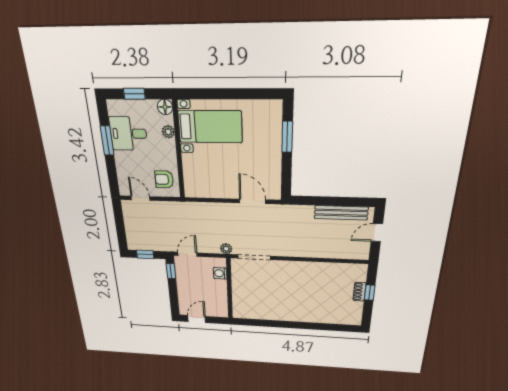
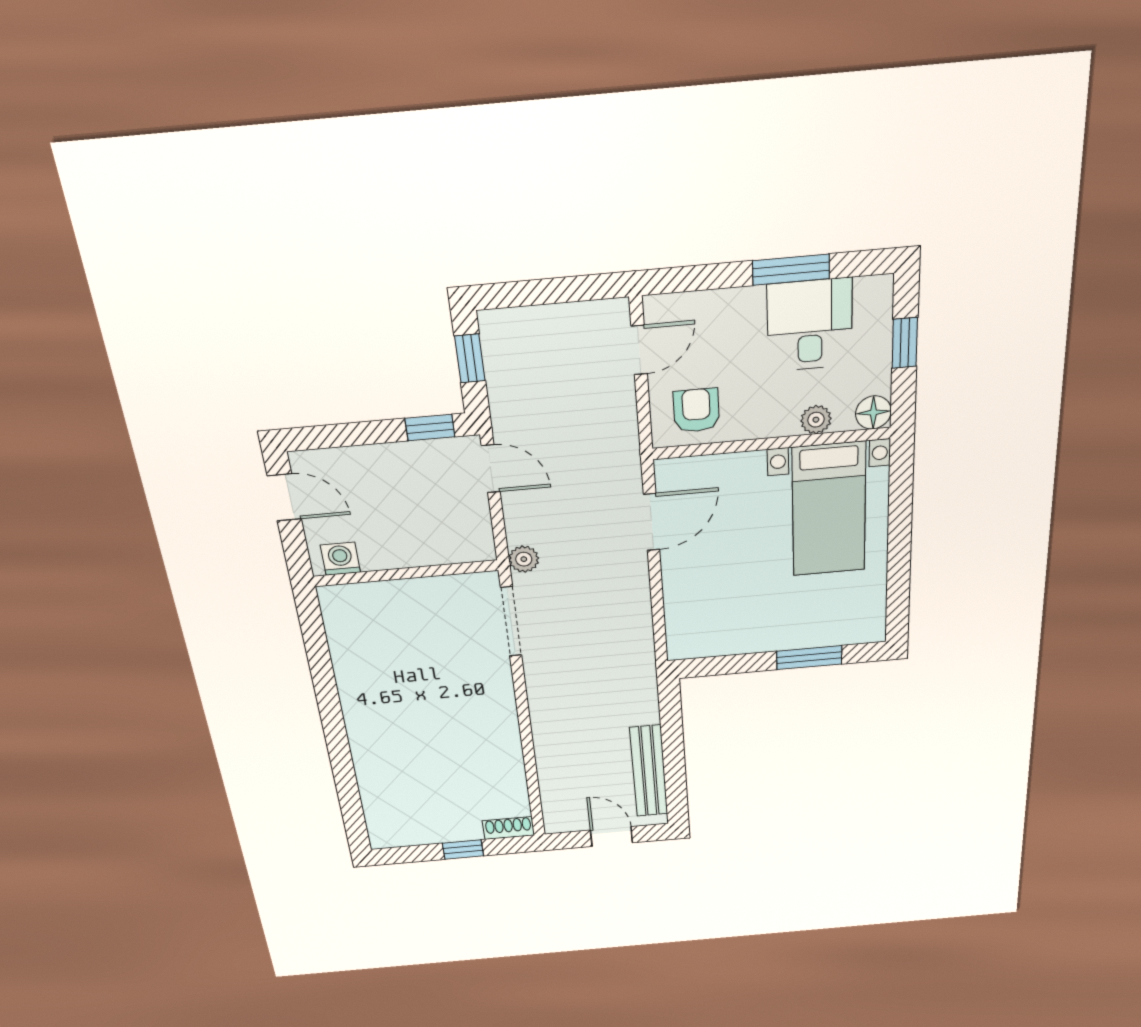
door: (252, 201) -> (652, 522), moved
washing machine: (220, 273) -> (340, 559), moved
shoe rack: (360, 292) -> (508, 828), moved

